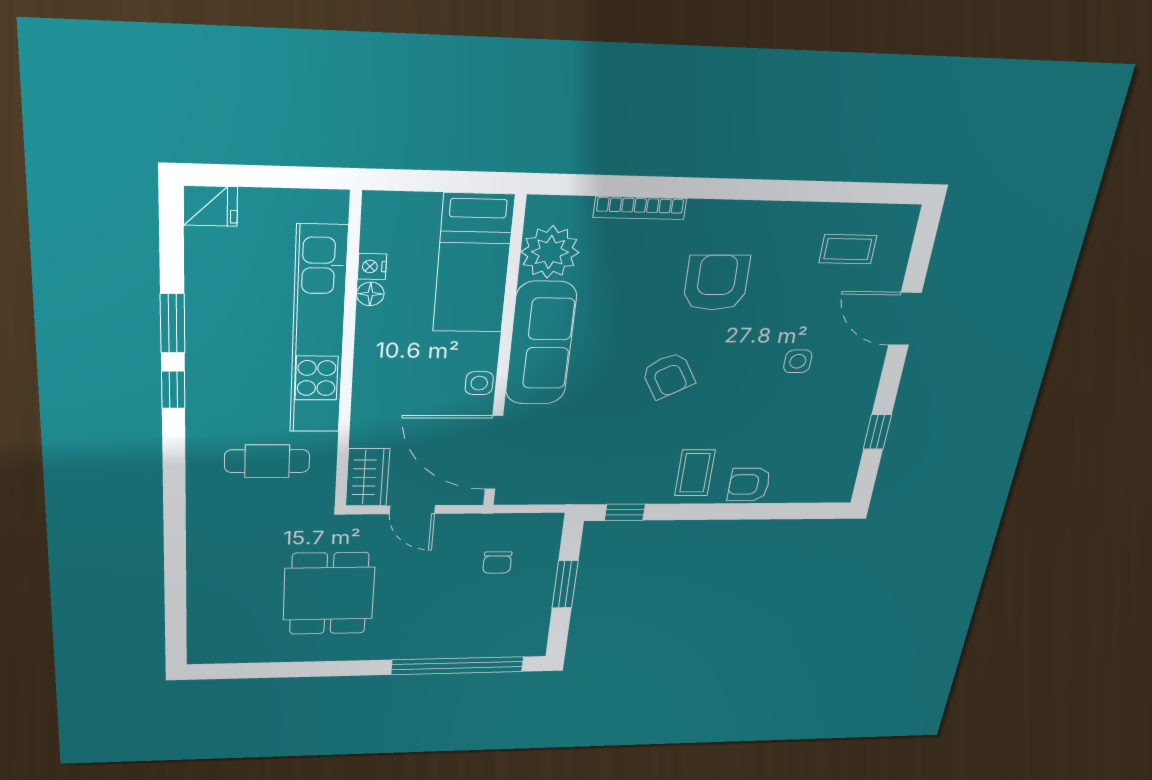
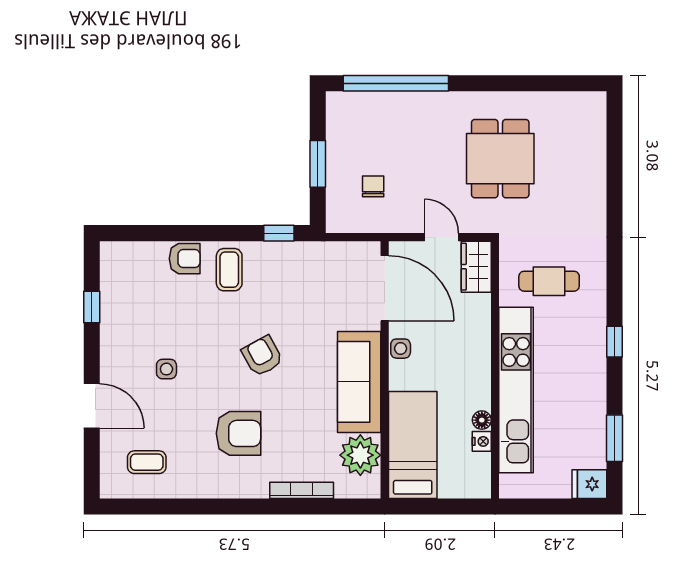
armchair: (716, 283) -> (239, 433), turned -89
window: (172, 323) -> (615, 438), moved

